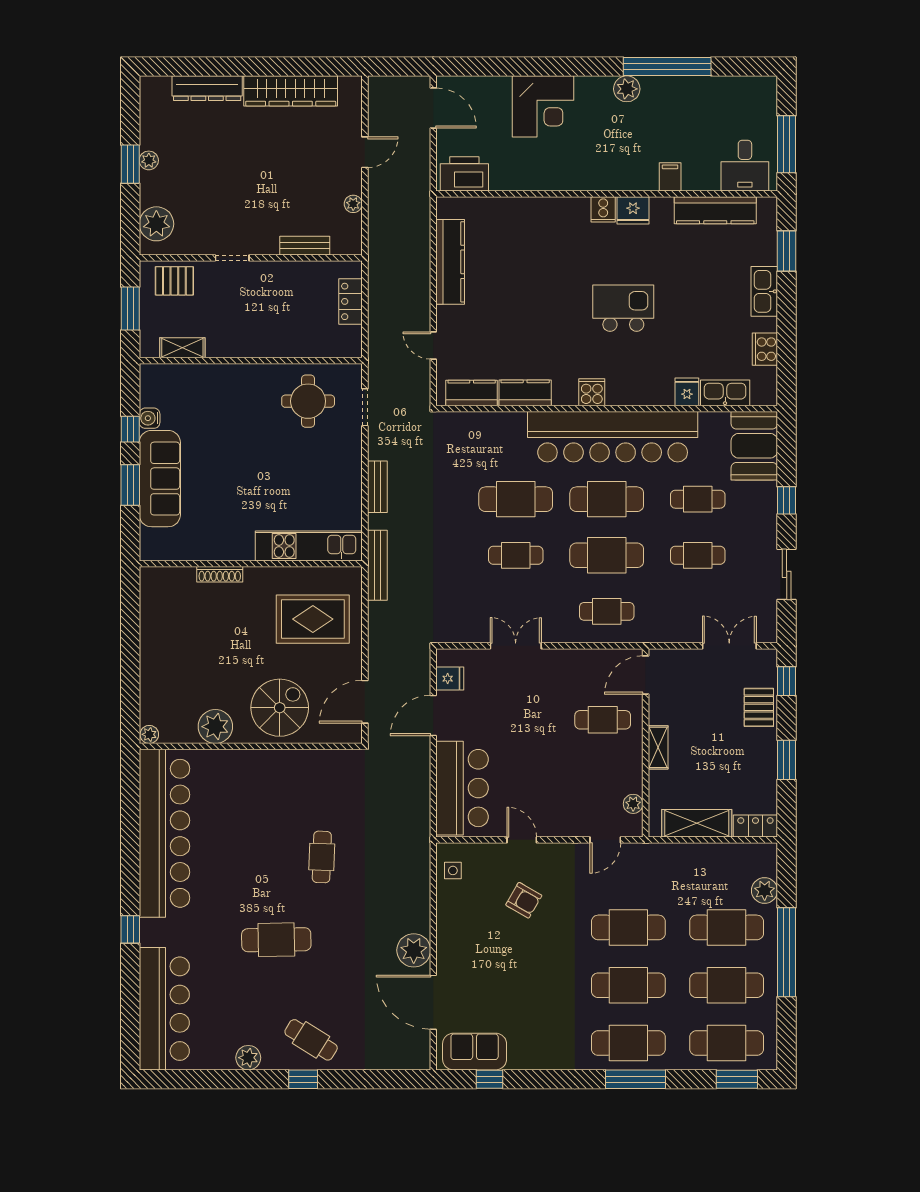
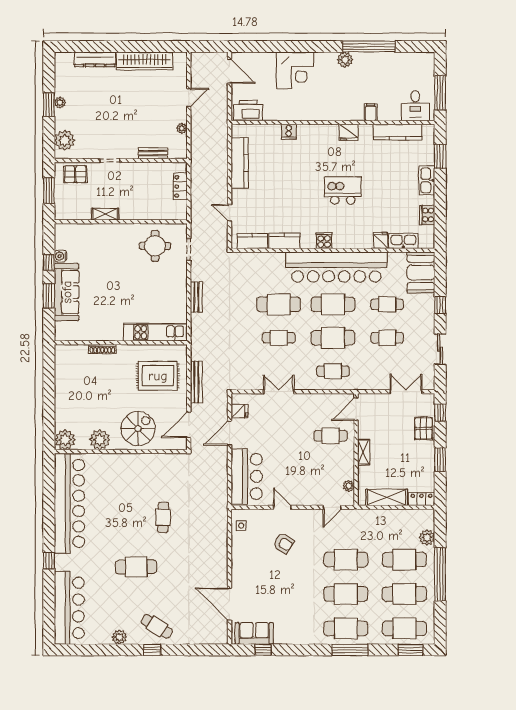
cooker: (603, 209) -> (289, 132), moved
shelving: (182, 348) -> (105, 214), moved
bench: (377, 565) -> (196, 382), moved
plant: (149, 734) -> (65, 440), width x1.87, depth x1.87
plant: (414, 950) -> (218, 573), removed

